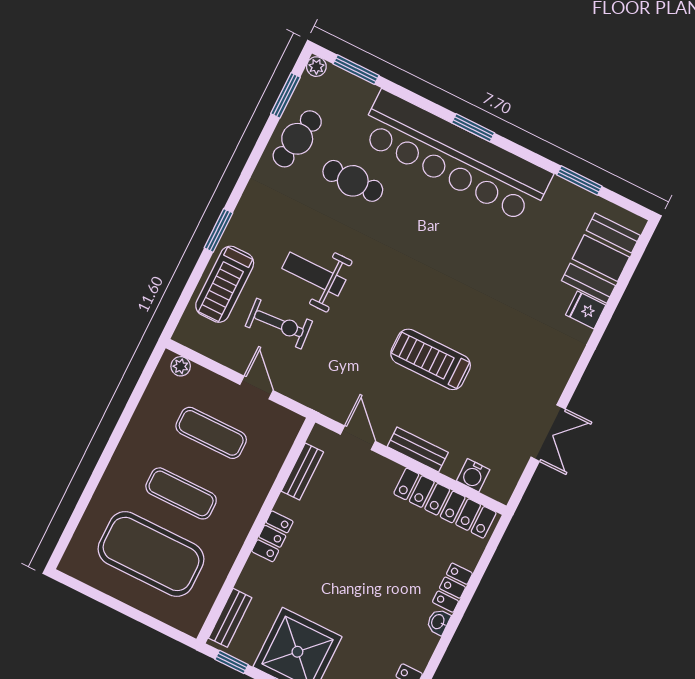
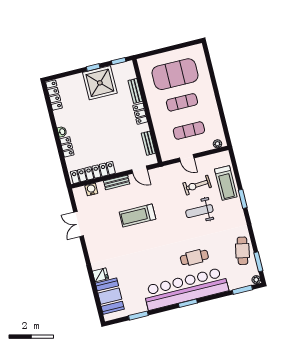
cafe table: (353, 181) -> (194, 257), moved
weight bench: (314, 274) -> (199, 211), turned 180
treadmill: (225, 284) -> (226, 183), turned 180
treadmill: (431, 359) -> (137, 216), turned 180
bench: (230, 618) -> (135, 91), moved

